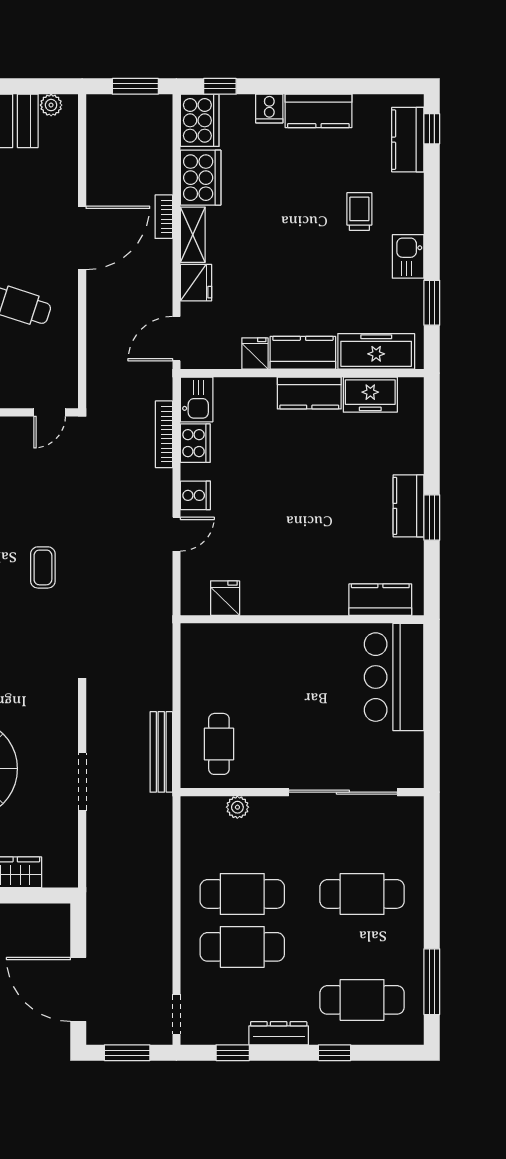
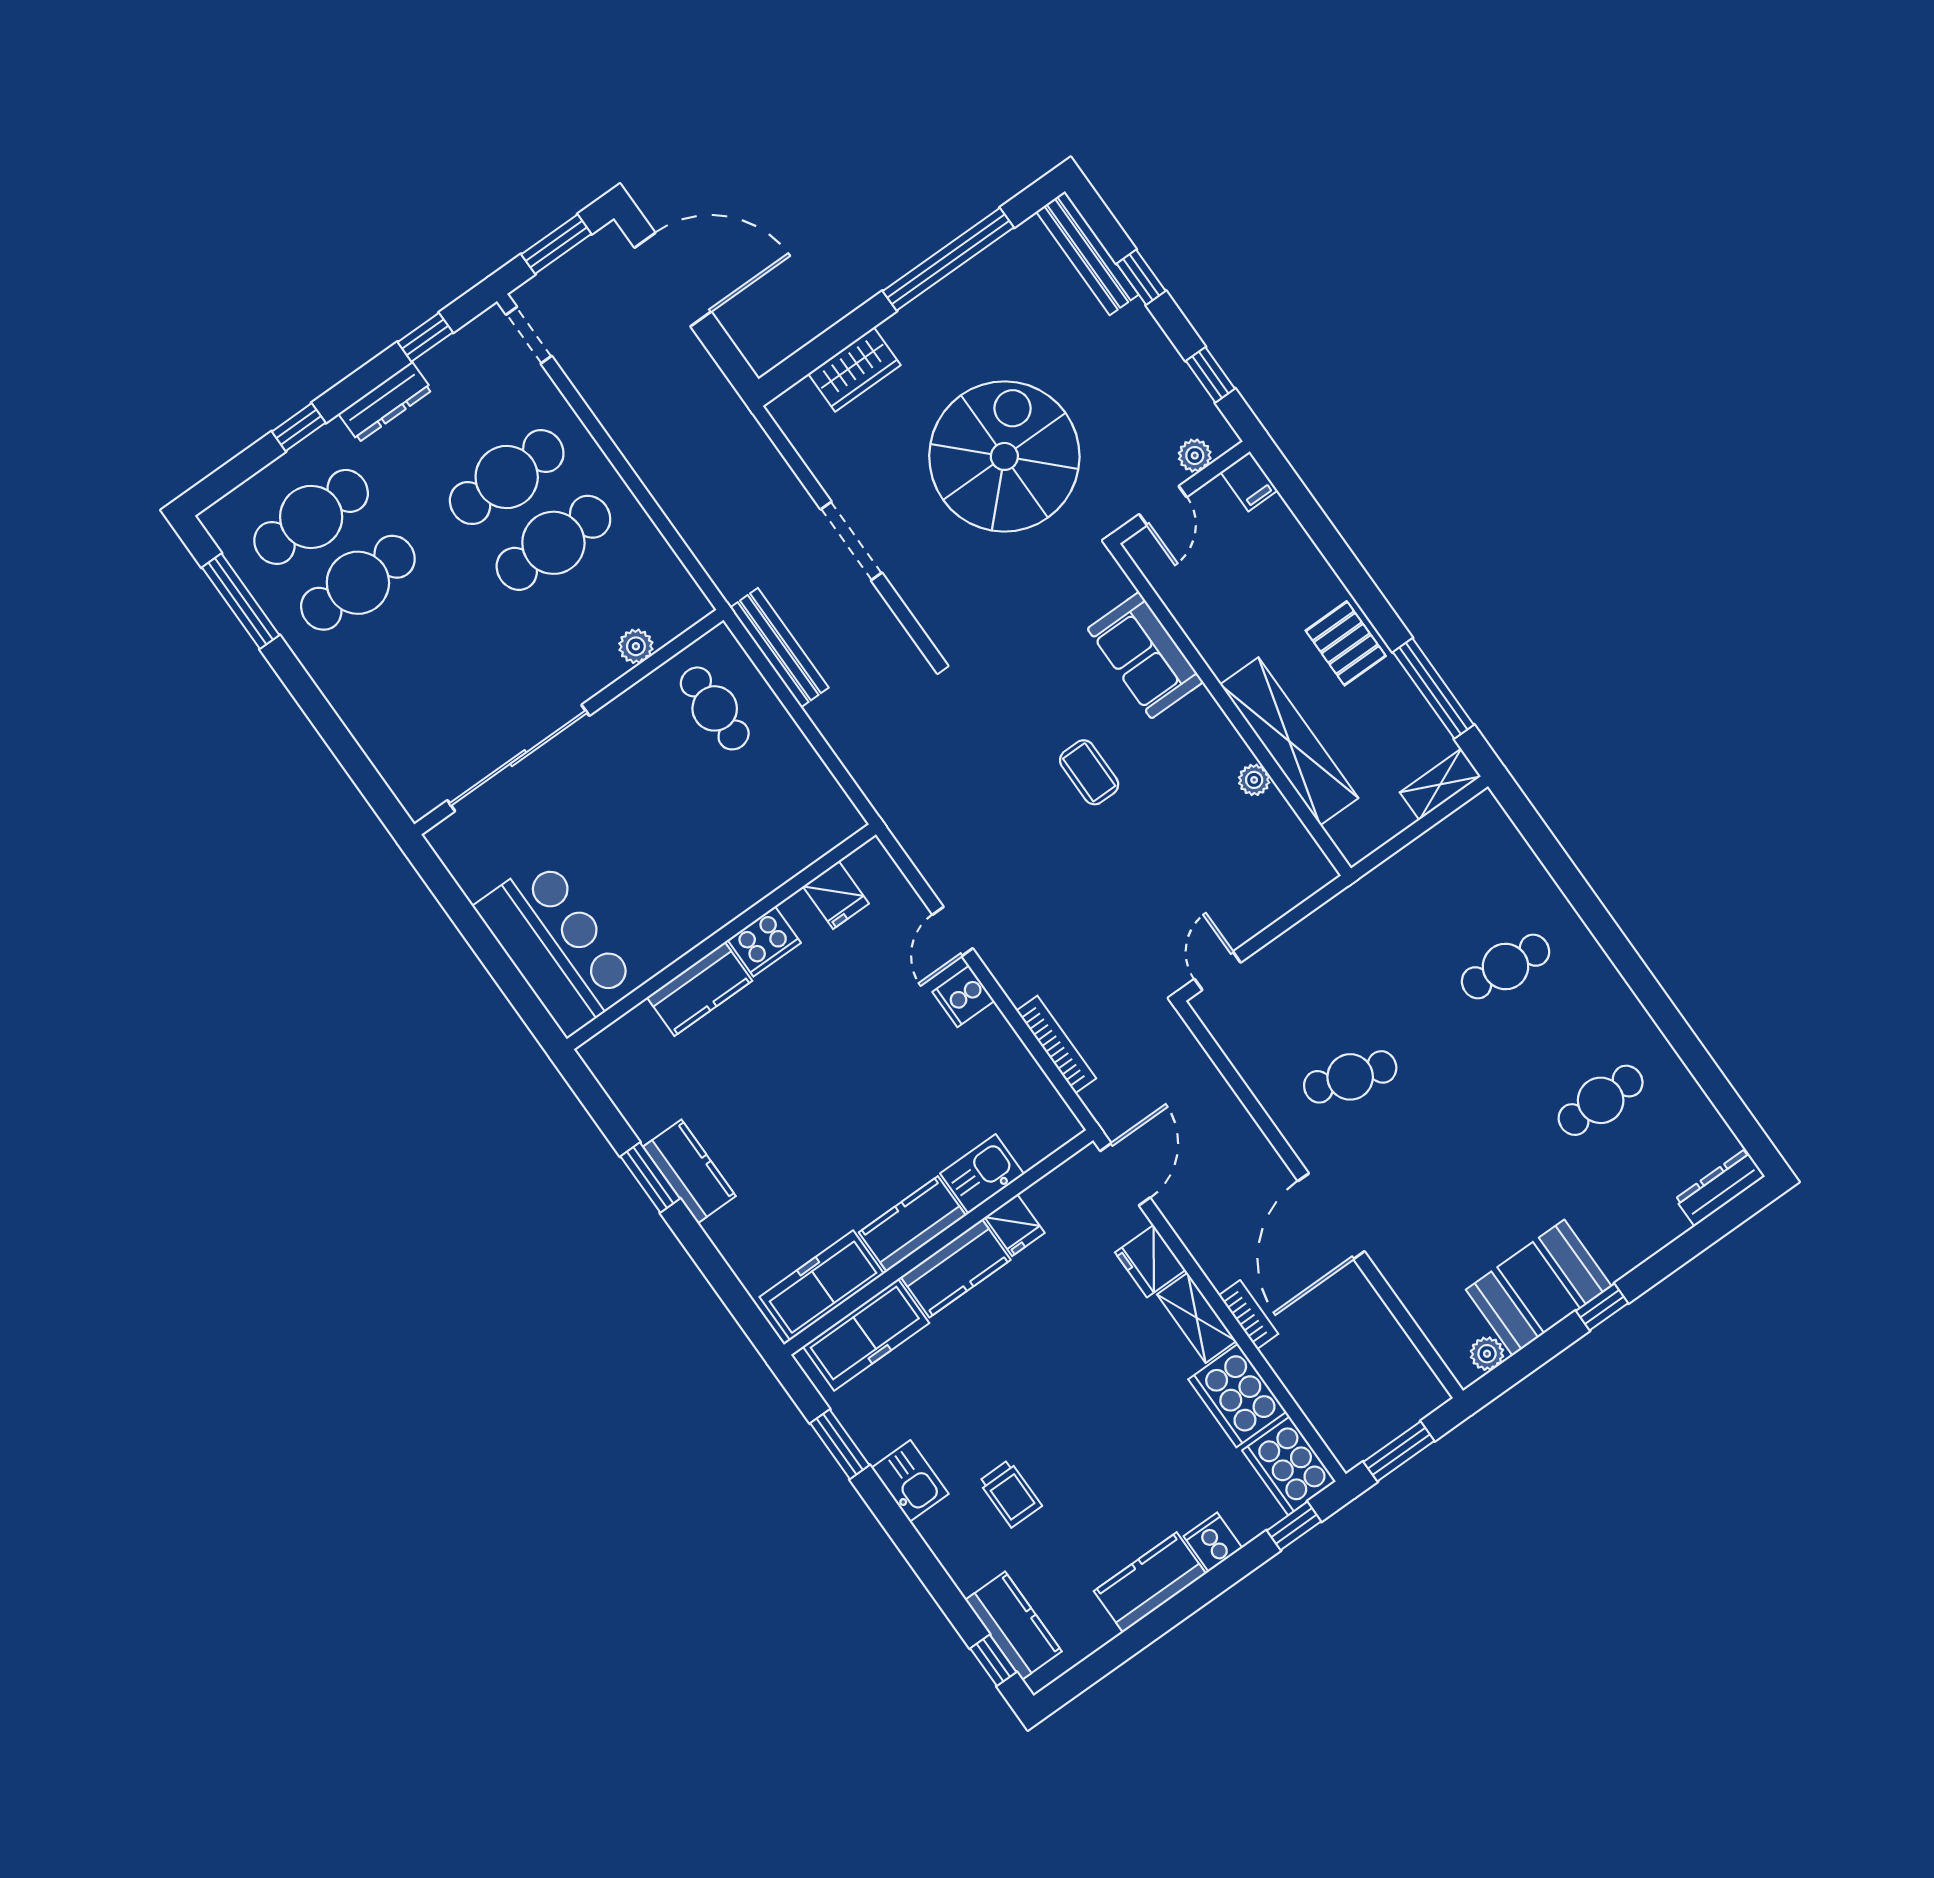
freezer: (370, 395) -> (822, 1285), width x1.40
kitchen sink: (197, 399) -> (982, 1174), moved, turned 90
cooker: (195, 443) -> (764, 941), moved, turned -90
kitchen counter: (380, 600) -> (700, 989), moved
cafe table: (362, 894) -> (358, 583), moved

